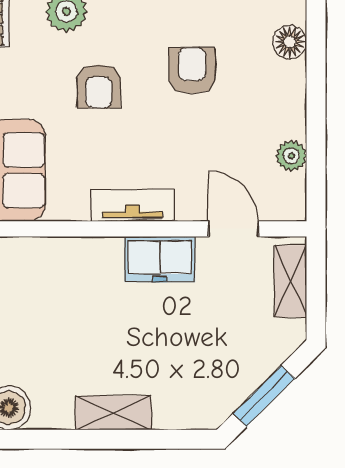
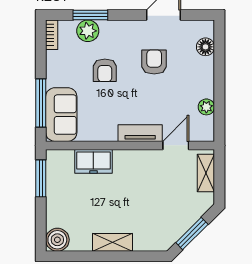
tv unit: (133, 205) -> (140, 133), moved
door: (233, 229) -> (176, 145), hinge flipped
freezer: (160, 259) -> (93, 161), moved

